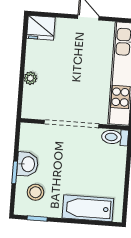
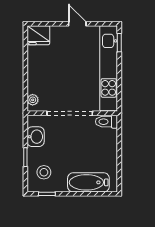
plant: (30, 78) -> (33, 100), moved
washbasin: (28, 164) -> (36, 137), moved

